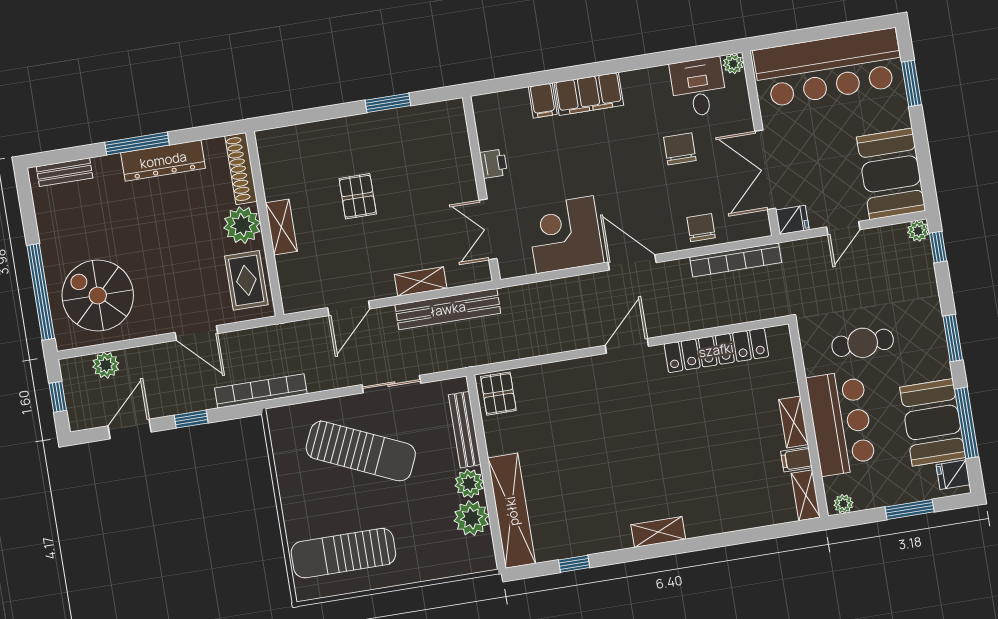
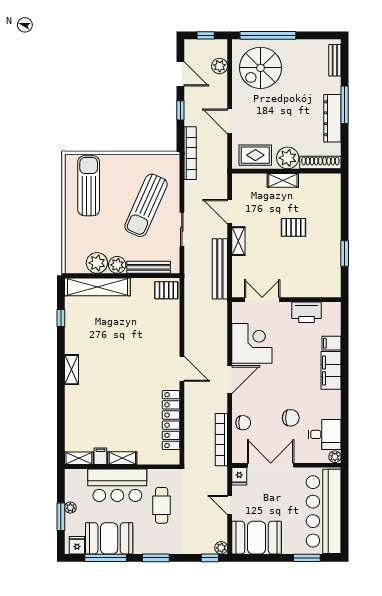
printer: (494, 164) -> (306, 312), width x1.87, depth x1.48
shelving: (421, 281) -> (238, 241), moved
spiral stairs: (98, 296) -> (260, 68), turned 180
door: (196, 333) -> (230, 121), hinge flipped
plant: (843, 504) -> (70, 508), moved

